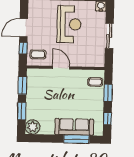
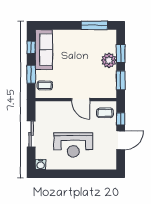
reception desk: (69, 24) -> (73, 145), turned -90
plant: (33, 127) -> (109, 60), moved
sofa: (74, 127) -> (44, 50), moved, turned -90
window: (76, 139) -> (94, 25), moved

